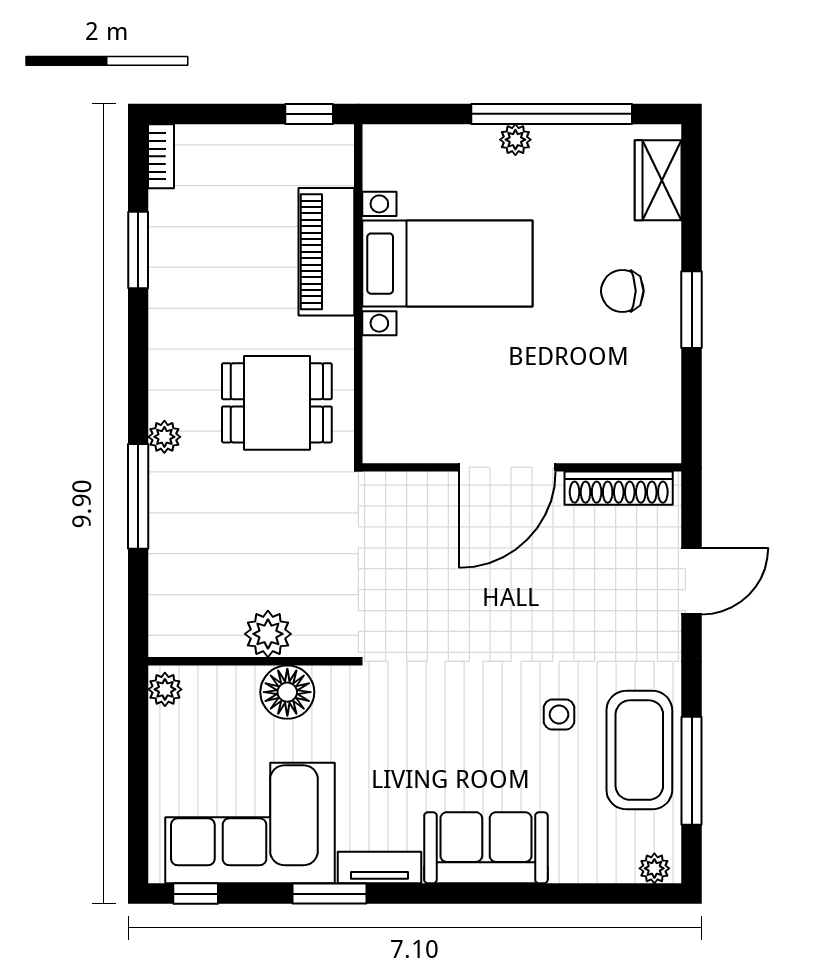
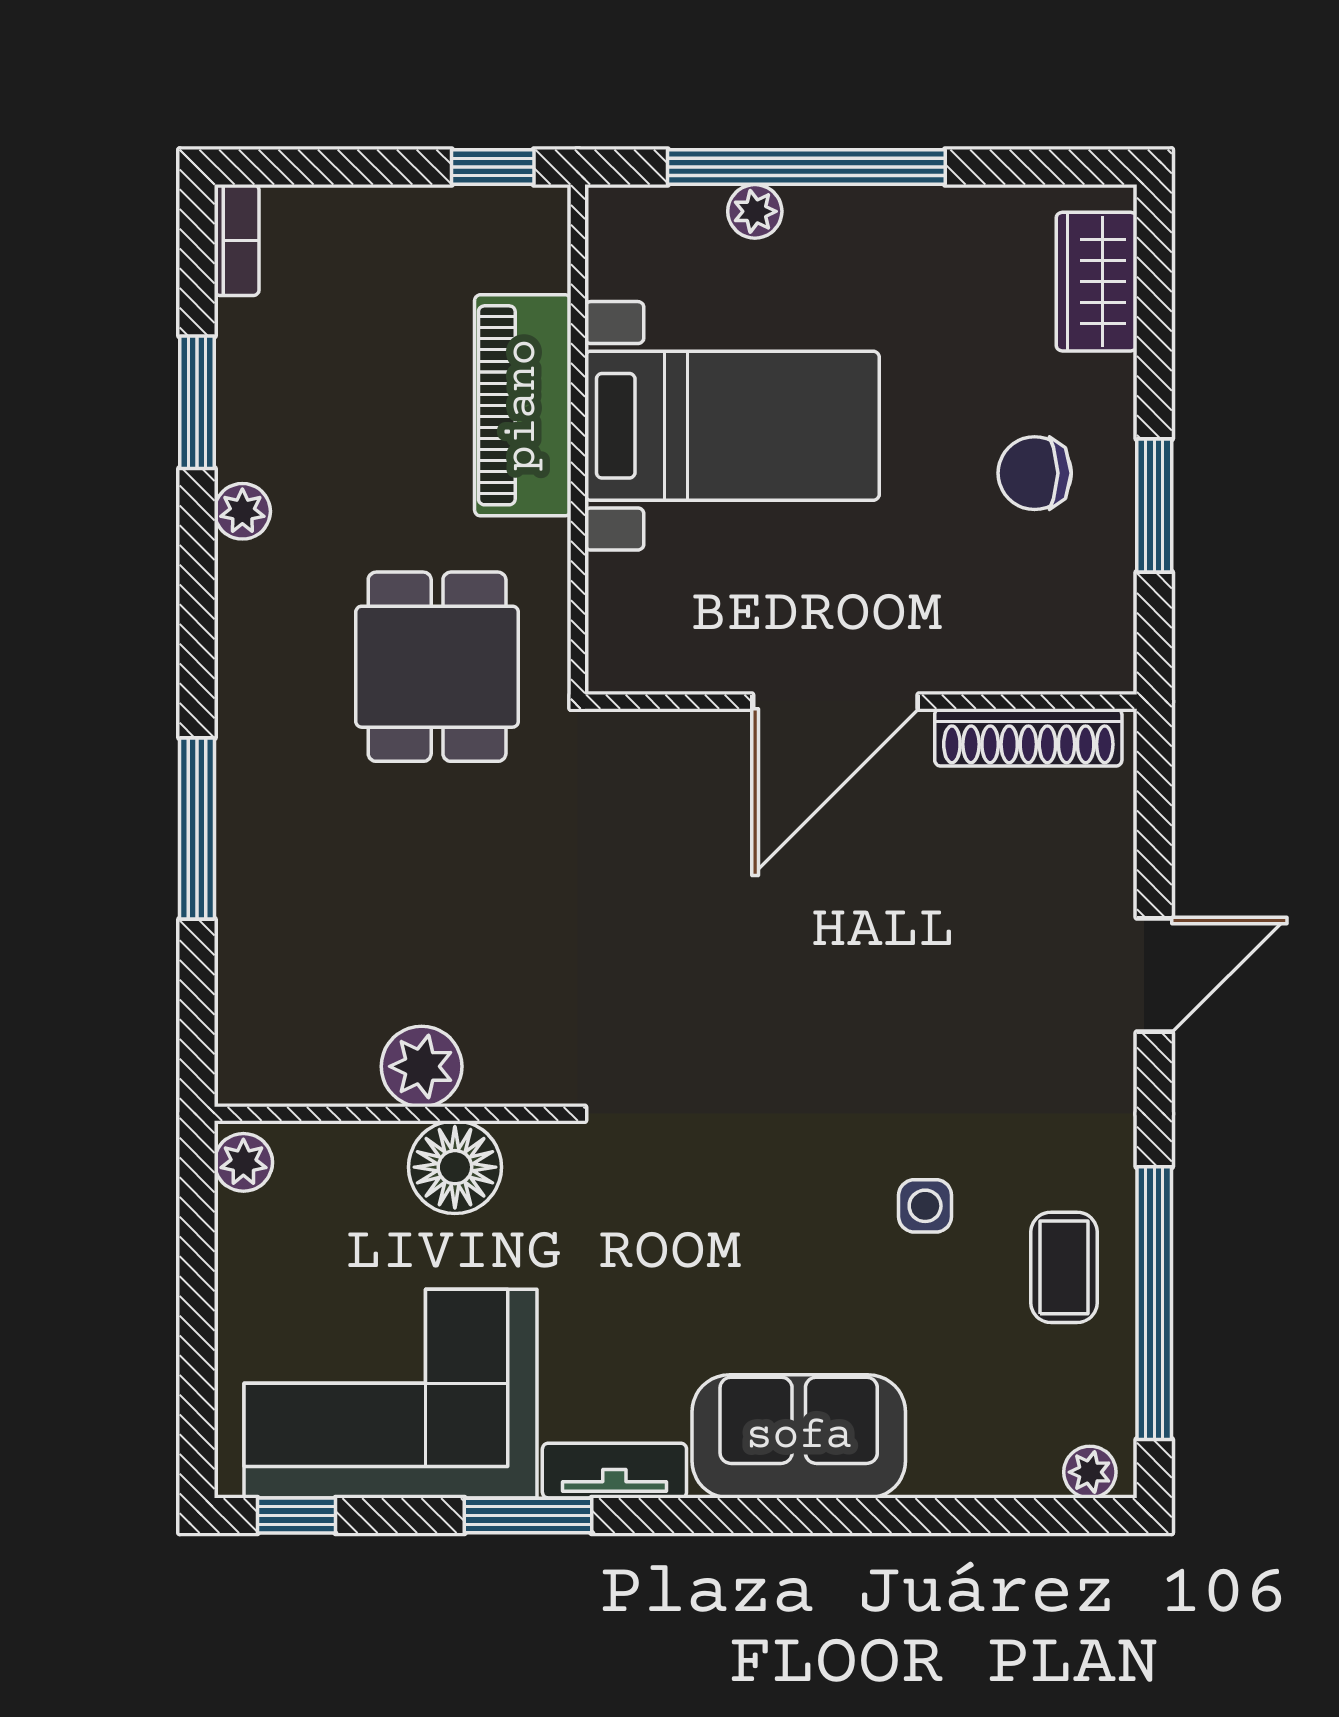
window: (552, 114) -> (806, 167), moved
plant: (515, 140) -> (755, 211), moved
dining table: (277, 403) -> (437, 667), turned 90
plant: (164, 437) -> (242, 511), moved
door: (507, 467) -> (835, 702), moved
wall: (522, 467) -> (861, 702), moved
shoe rack: (619, 488) -> (1028, 737), moved
coffee table: (639, 750) -> (1064, 1267), width x0.54, depth x0.58
window: (692, 771) -> (1154, 1303), width x1.46

